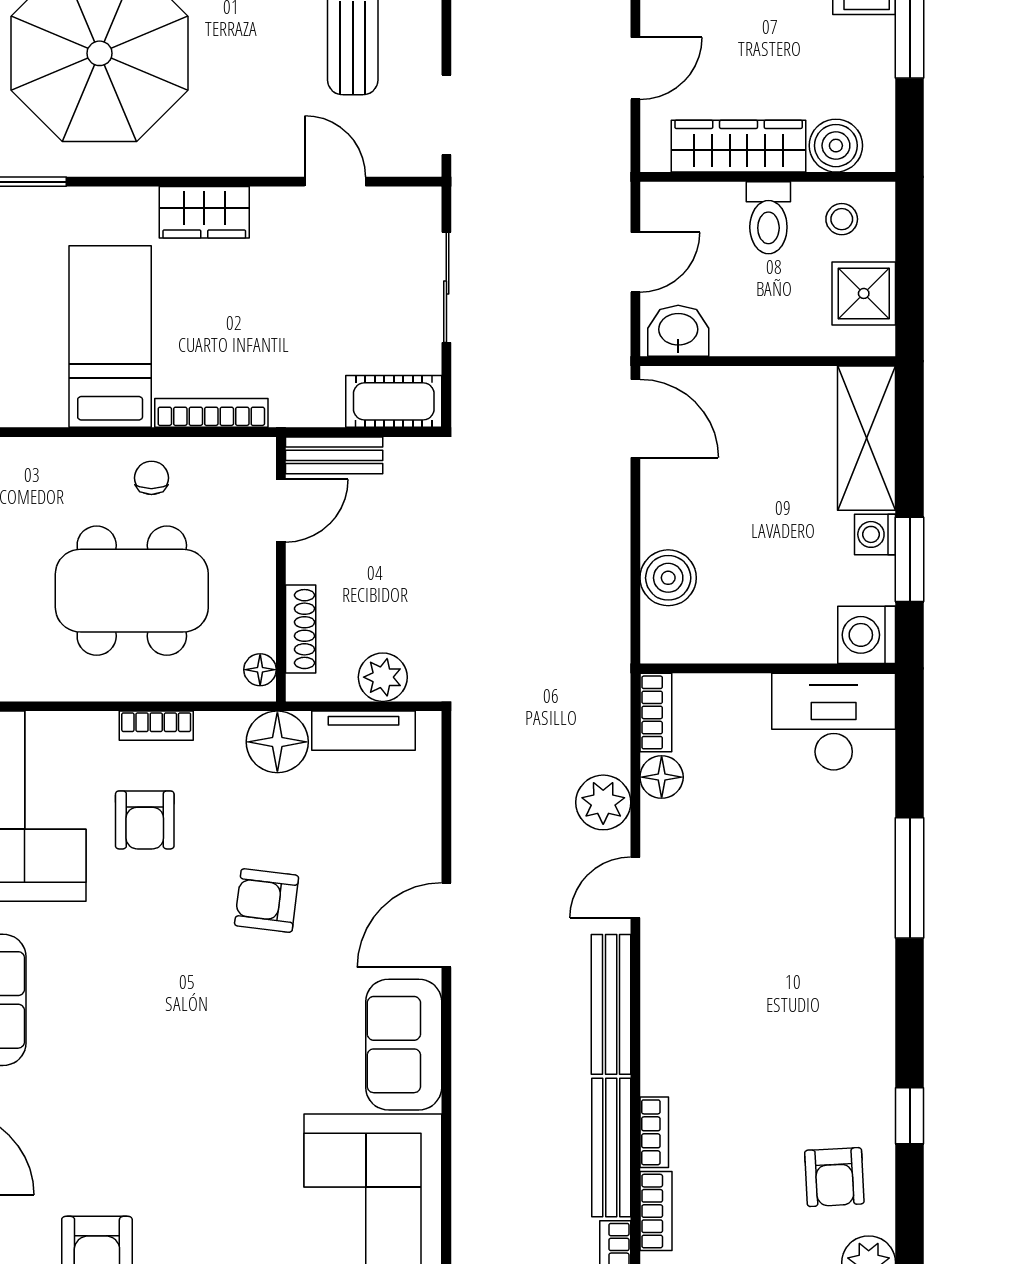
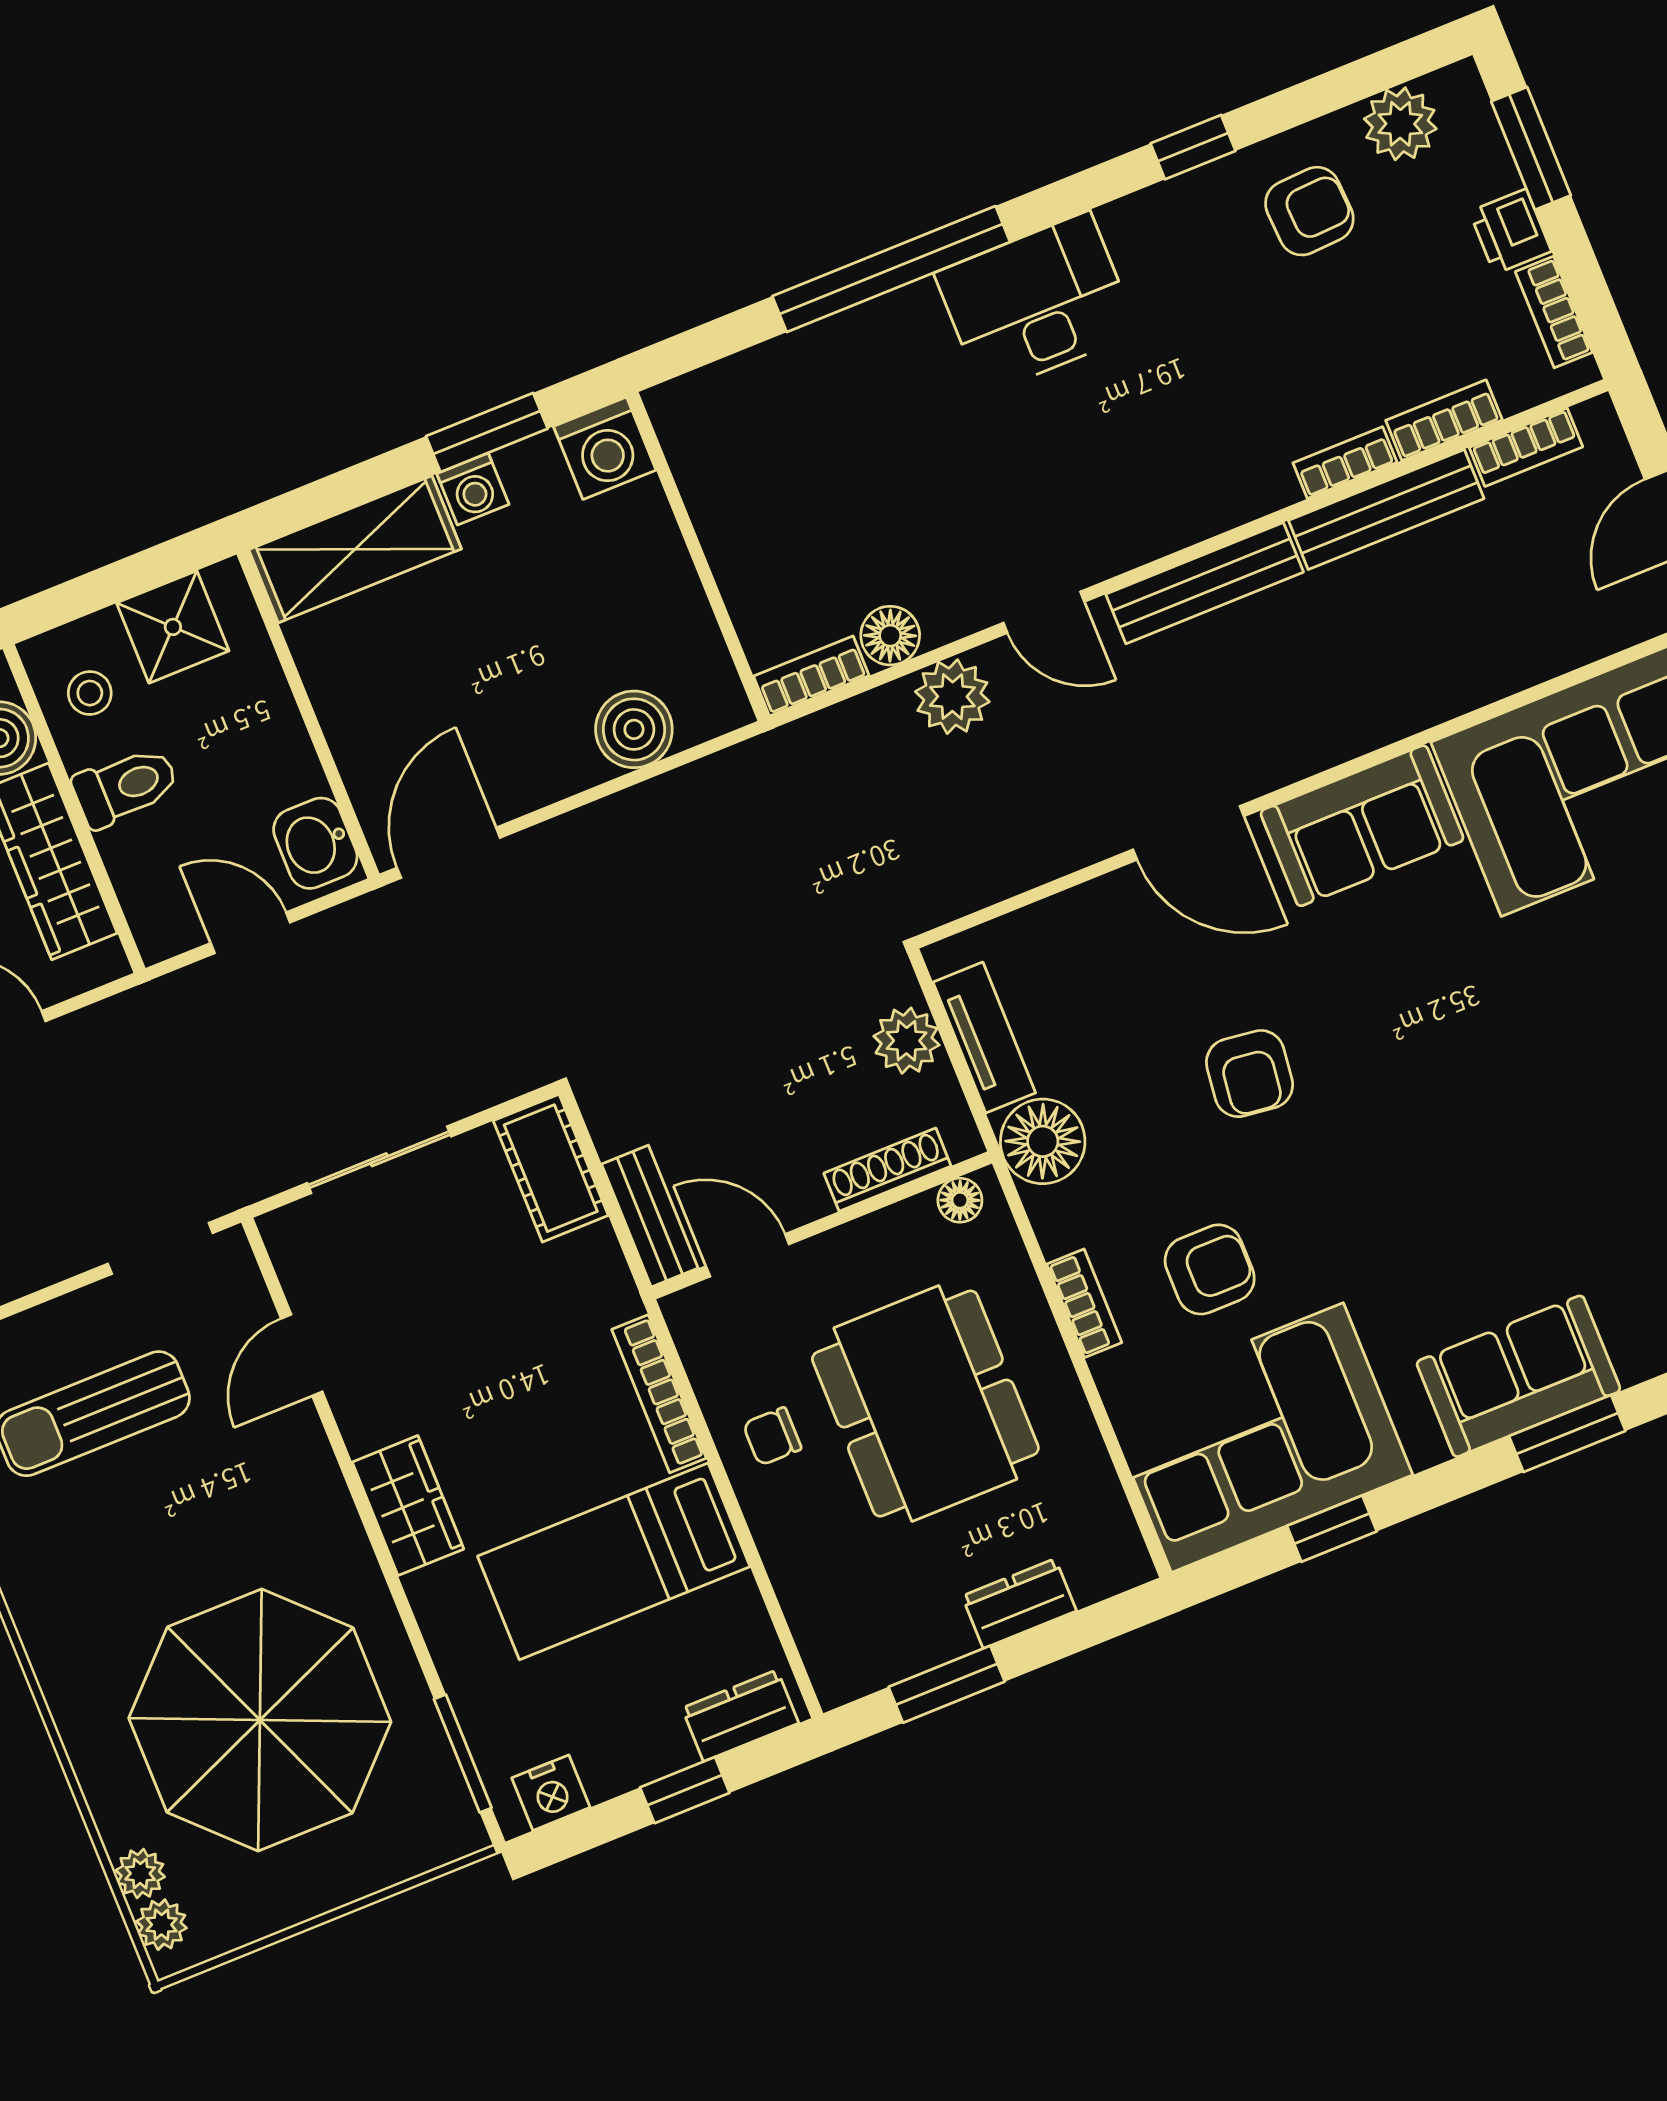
desk: (834, 722) -> (1036, 303), moved, turned 90
window: (910, 878) -> (891, 269), width x1.46

